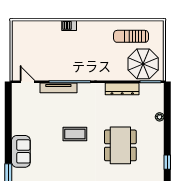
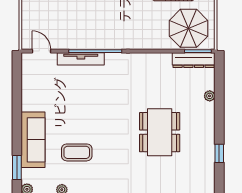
dresser: (122, 89) -> (194, 60), moved
coffee table: (75, 134) -> (77, 152), moved
sofa: (21, 151) -> (33, 140), width x1.36

